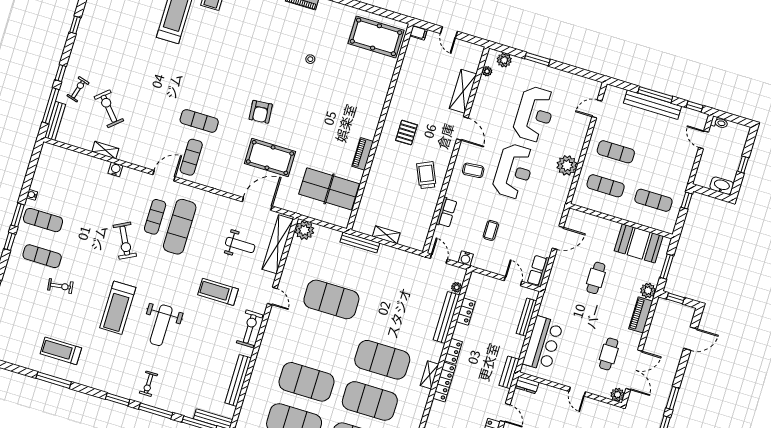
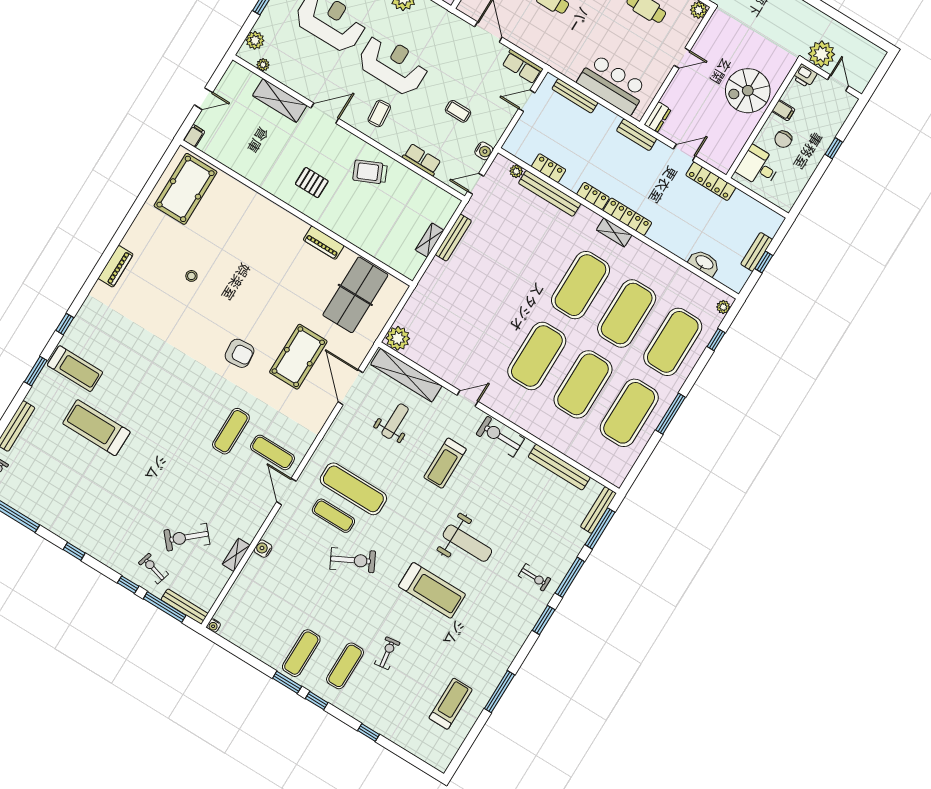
water cooler: (32, 195) -> (214, 625), moved
bench: (360, 243) -> (453, 238), moved
exercise mat: (331, 299) -> (537, 356), moved
treadmill: (61, 351) -> (451, 704), moved, turned 180

